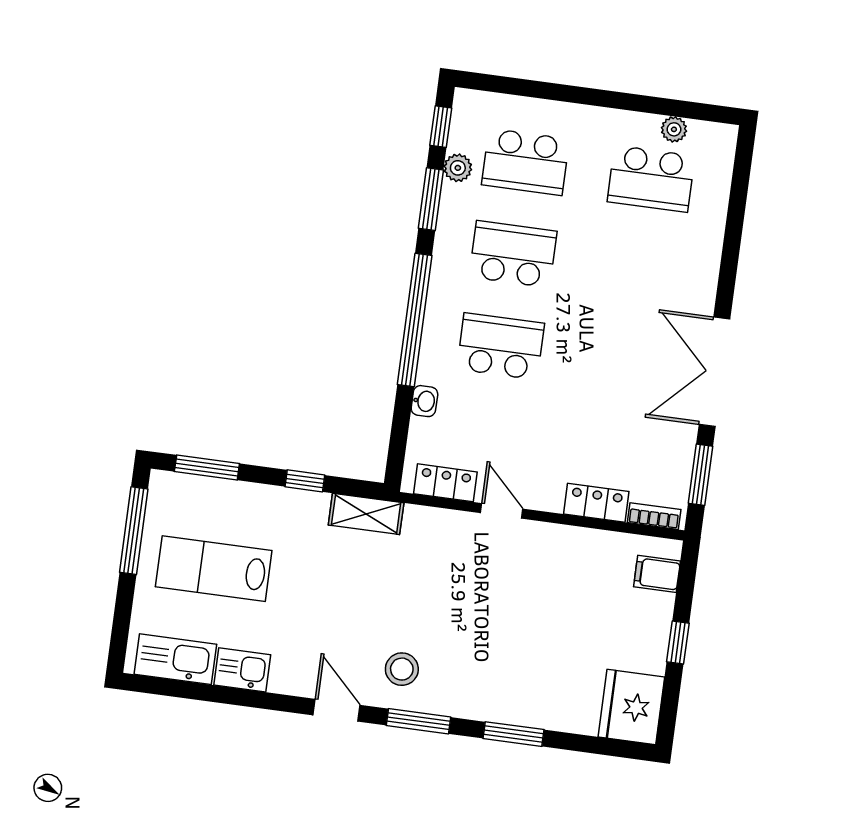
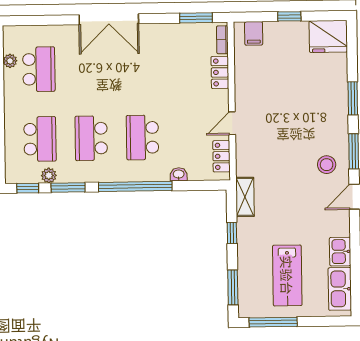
double door: (714, 372) -> (109, 19), moved

